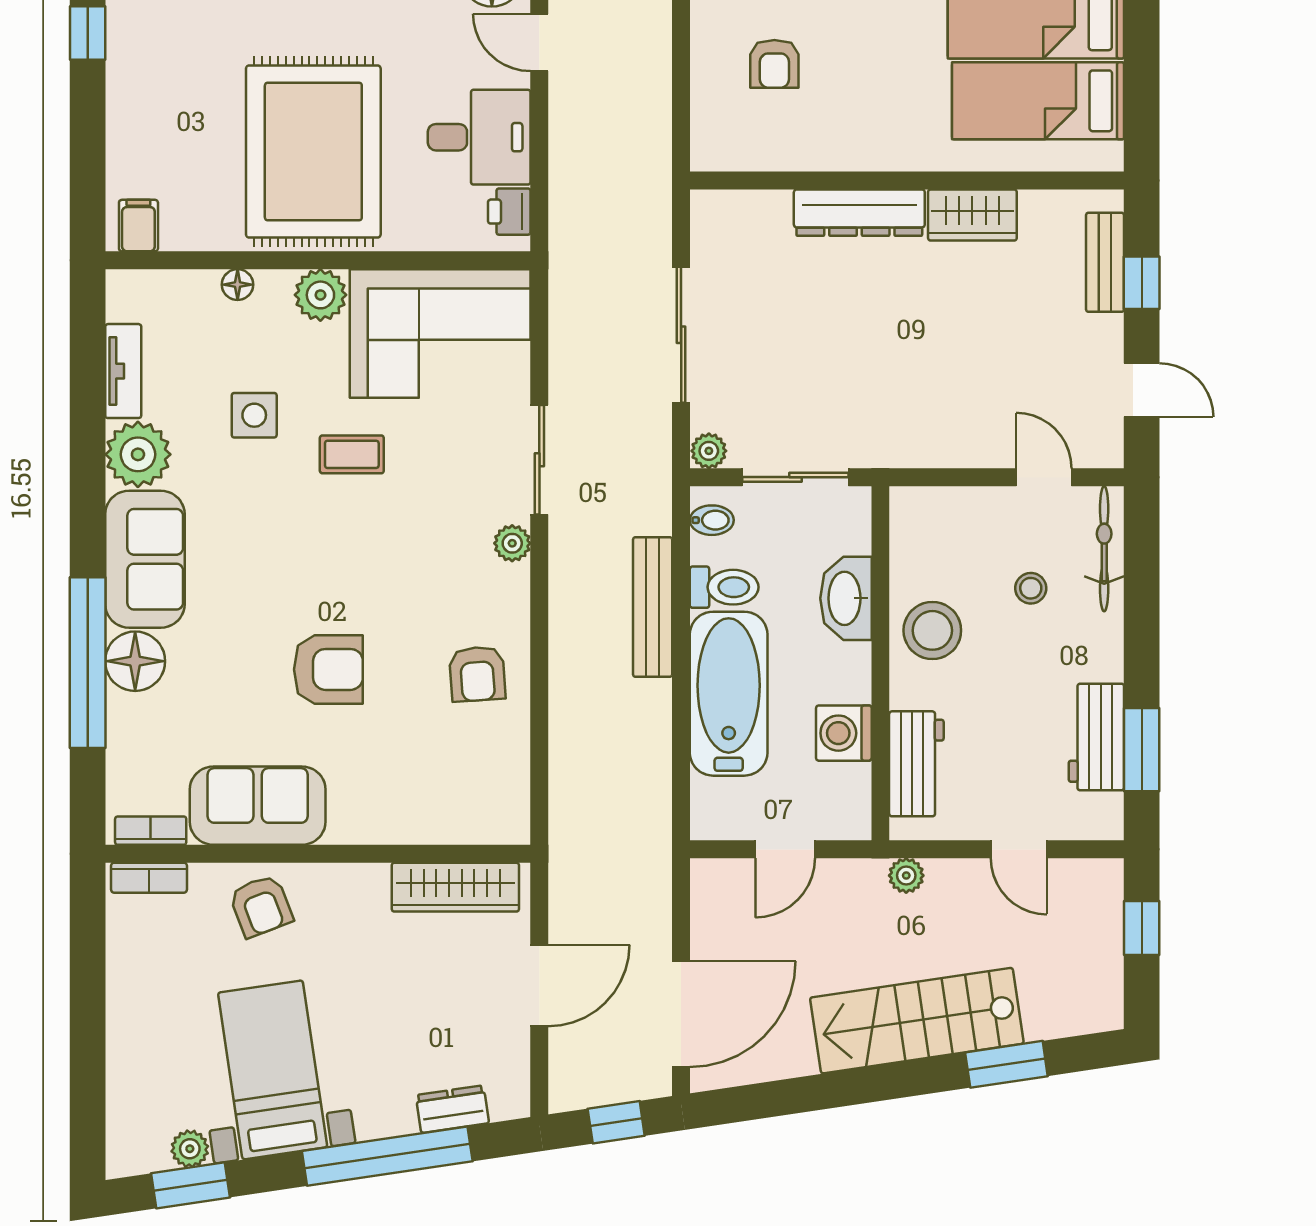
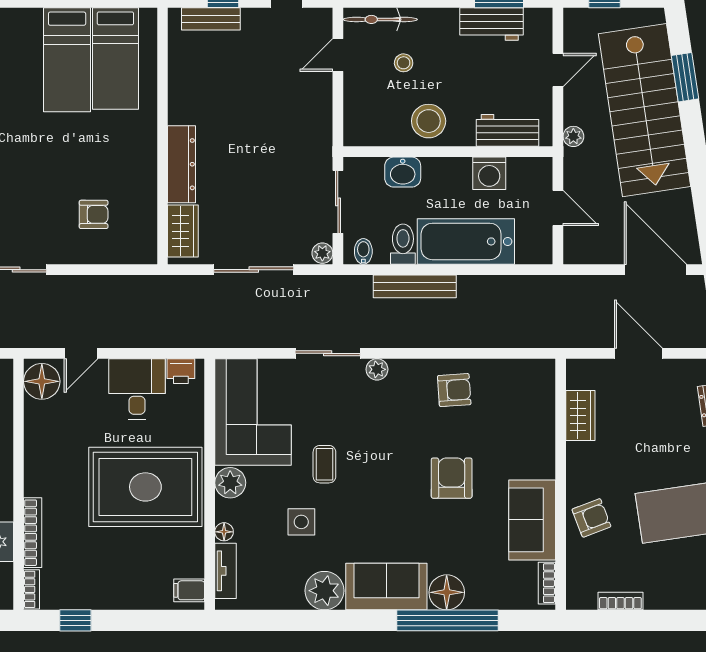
wardrobe: (972, 215) -> (183, 231), moved
tv unit: (123, 371) -> (226, 571), moved, turned 90
washbasin: (846, 598) -> (403, 172), width x0.72
bookcase: (149, 878) -> (620, 601), moved, turned -90
wardrobe: (455, 887) -> (580, 416), width x0.67
stairs: (917, 1021) -> (645, 110), width x1.36, depth x1.51

